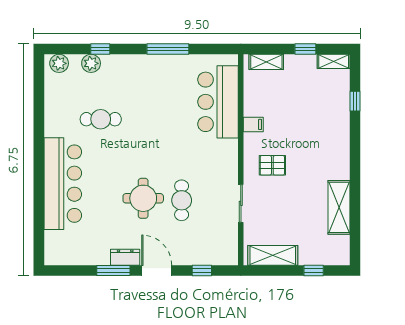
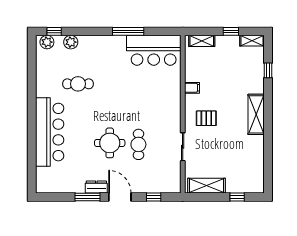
window: (100, 49) -> (54, 31), moved
bar counter: (218, 102) -> (154, 50), moved, turned -90
shelving: (339, 207) -> (256, 114), moved

